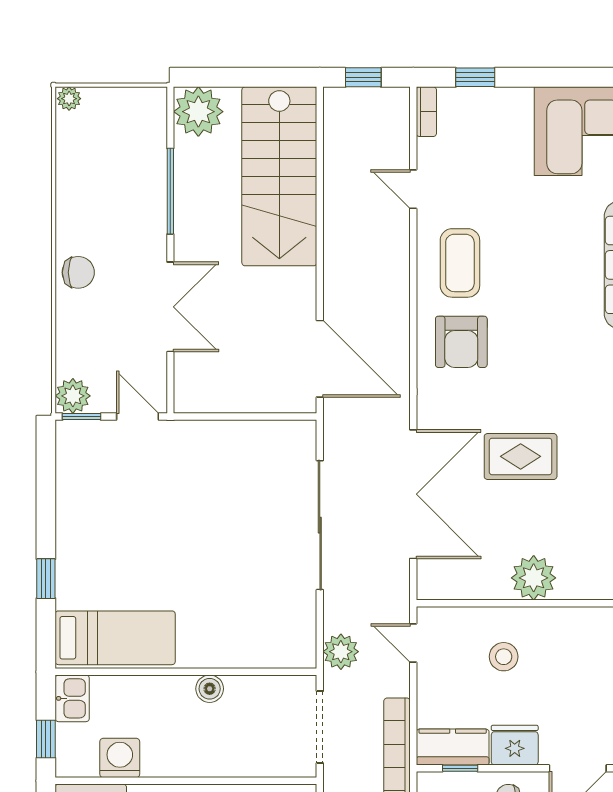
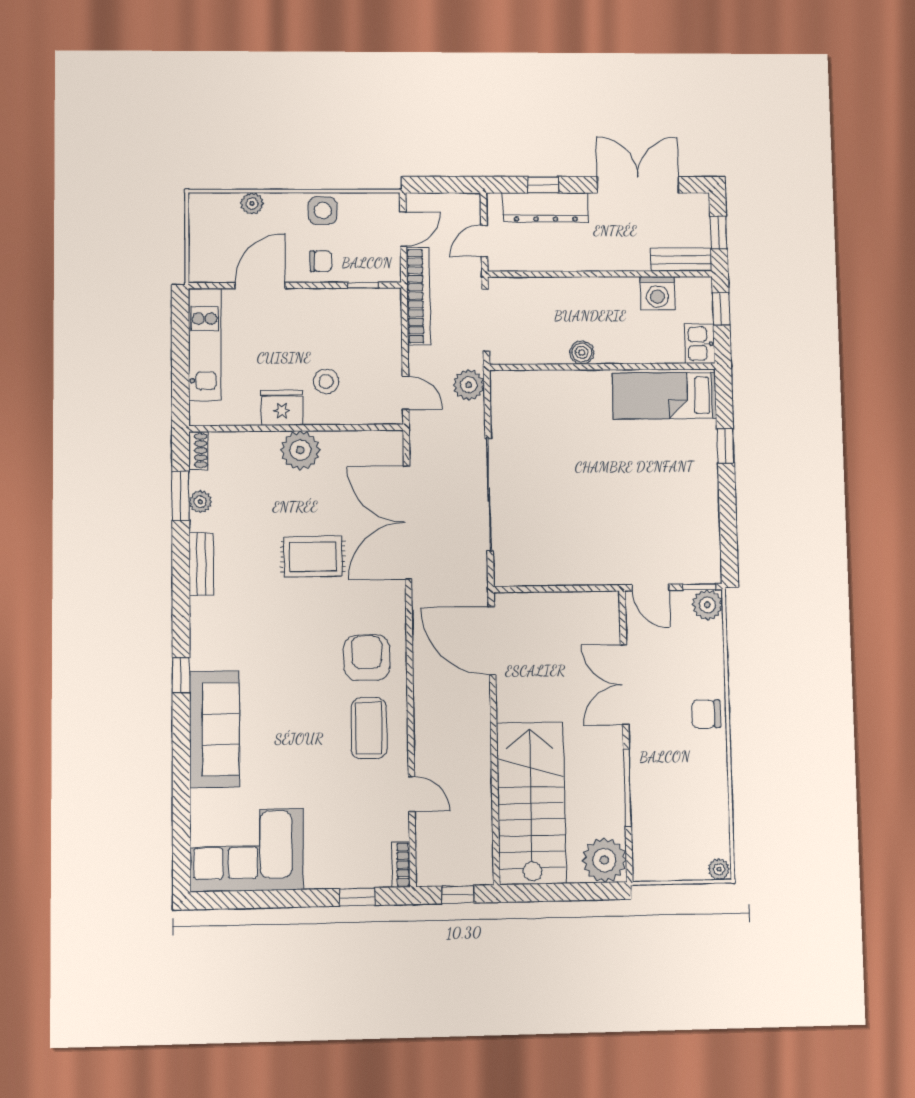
fridge: (515, 745) -> (282, 408), moved, turned 180
kitchen counter: (453, 747) -> (370, 303), removed

